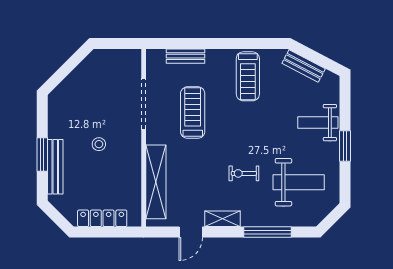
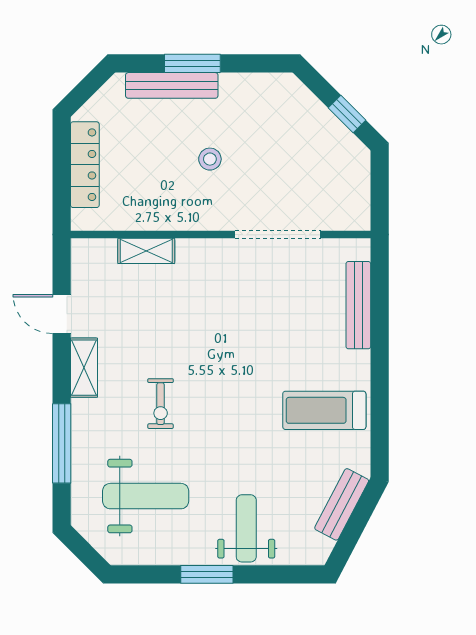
bench: (185, 56) -> (358, 305), width x1.36
window: (72, 63) -> (347, 114), added
treadmill: (193, 113) -> (263, 317), removed
exercise bike: (244, 173) -> (161, 404), turned 180
shelving: (156, 182) -> (146, 251), width x0.45, depth x0.75
weight bench: (299, 182) -> (146, 496), turned -90

